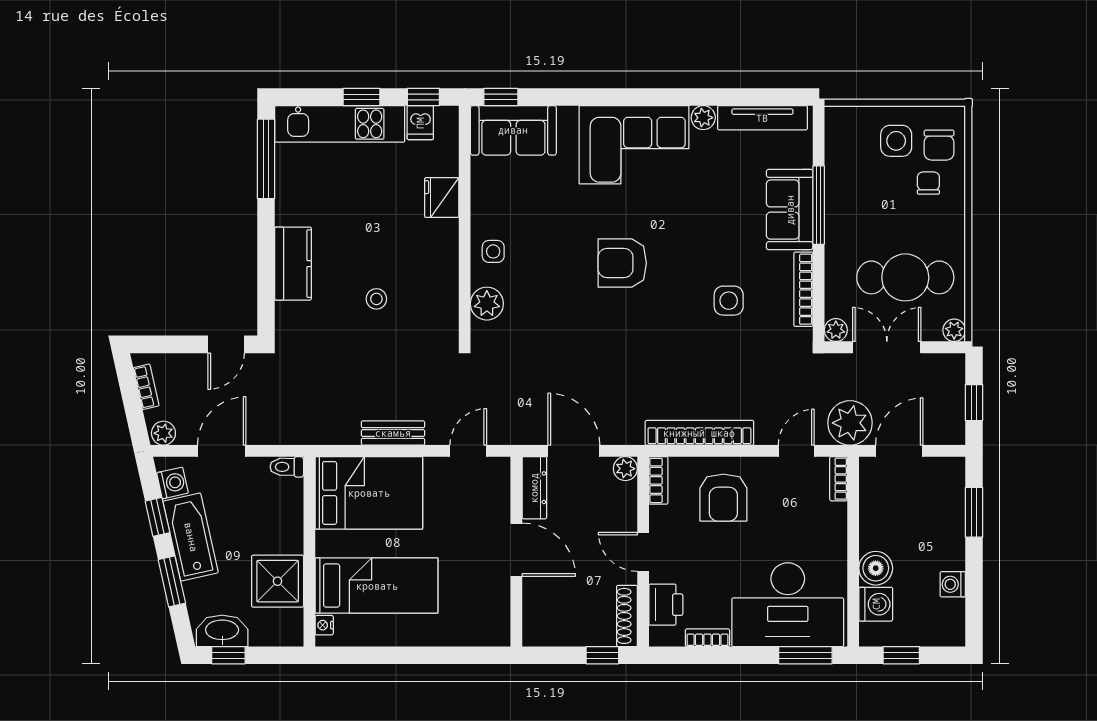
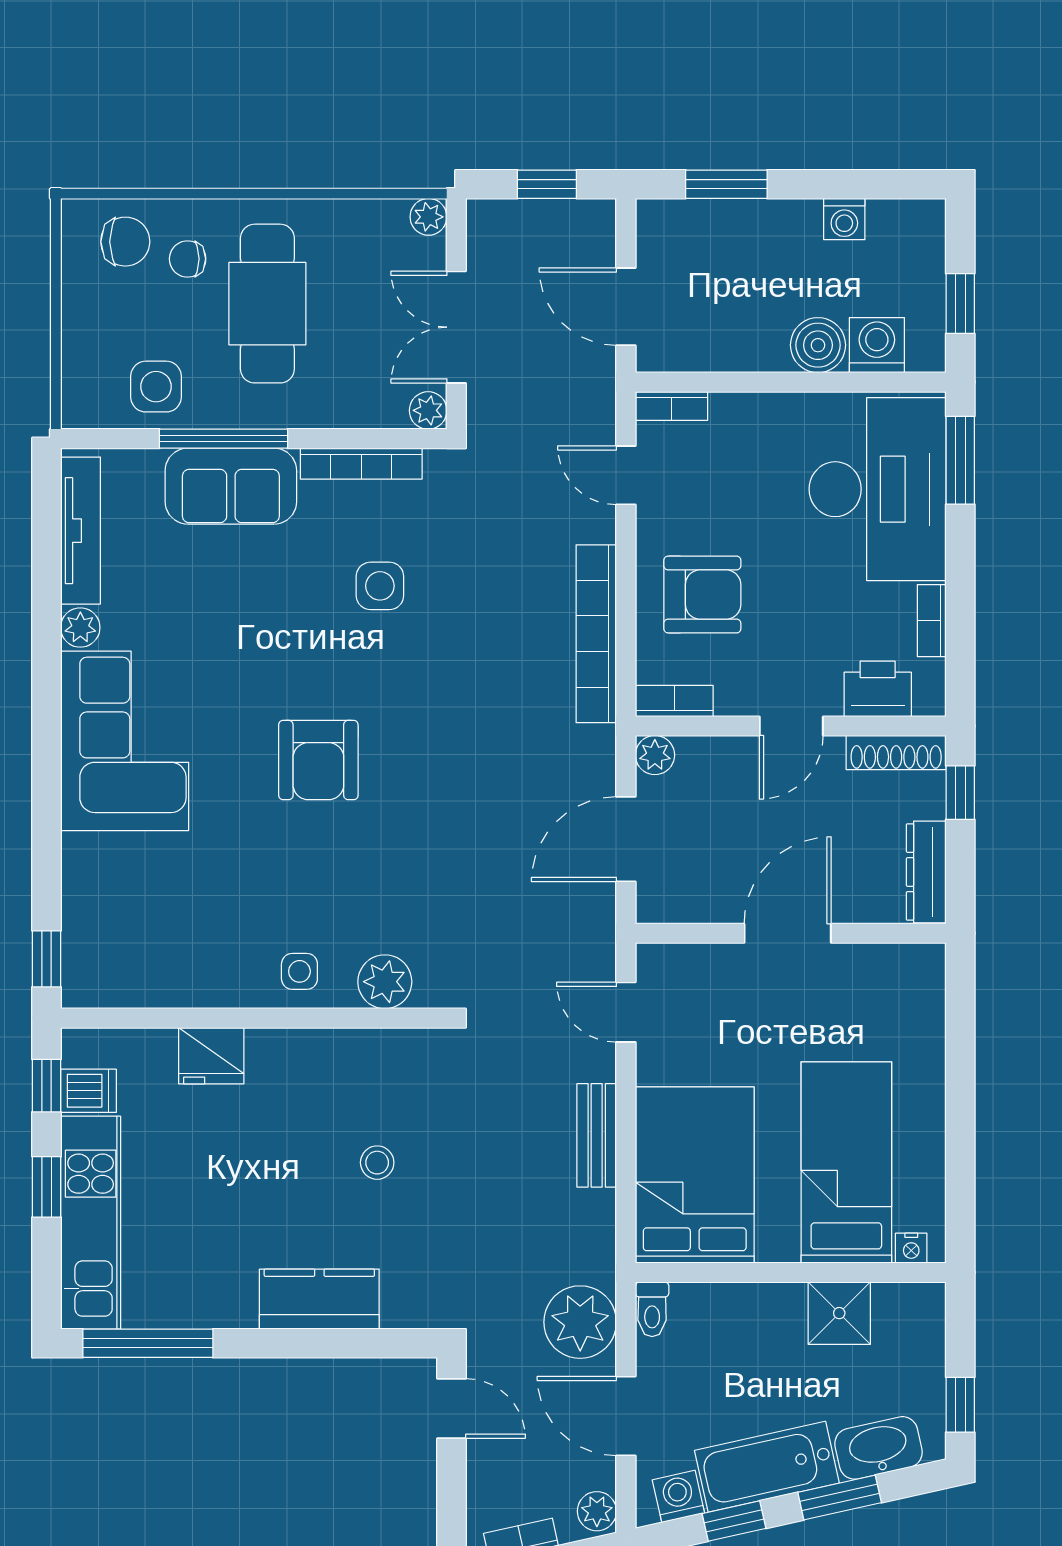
sofa: (513, 130) -> (101, 938), removed
side table: (896, 141) -> (156, 387), moved
cafe table: (905, 277) -> (267, 304), moved
plant: (850, 423) -> (580, 1322), moved
dresser: (534, 488) -> (926, 872), moved, turned -90
shower: (278, 581) -> (839, 1313), width x0.73, depth x0.73
washbasin: (222, 631) -> (879, 1448), moved, turned 77

